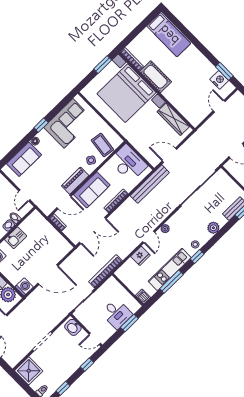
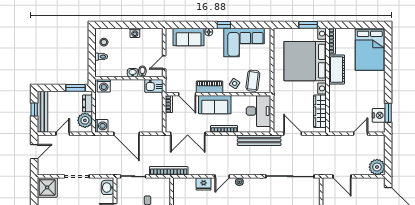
bed: (169, 35) -> (370, 49), width x1.50
kitchen sink: (16, 238) -> (154, 86), moved

